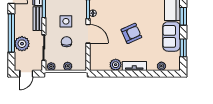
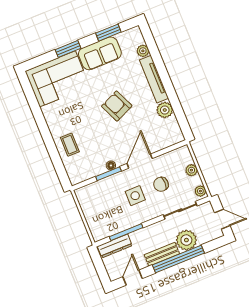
bench: (38, 19) -> (162, 254), moved
tv unit: (134, 66) -> (154, 79), width x1.41

